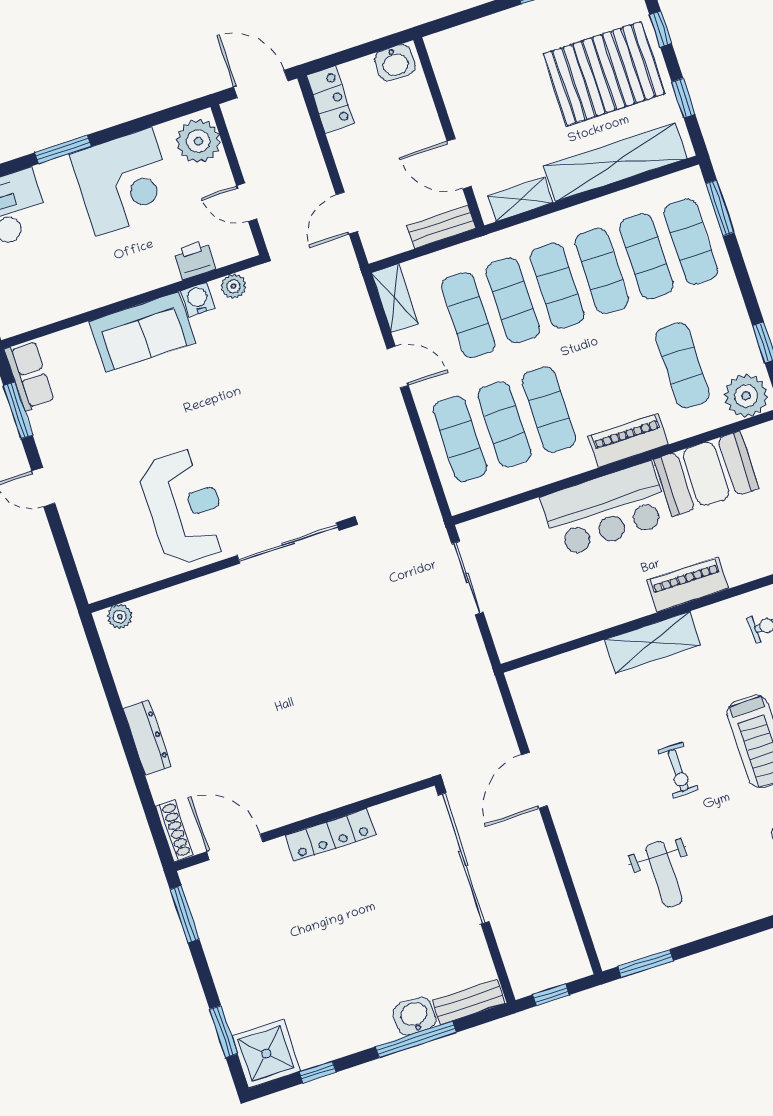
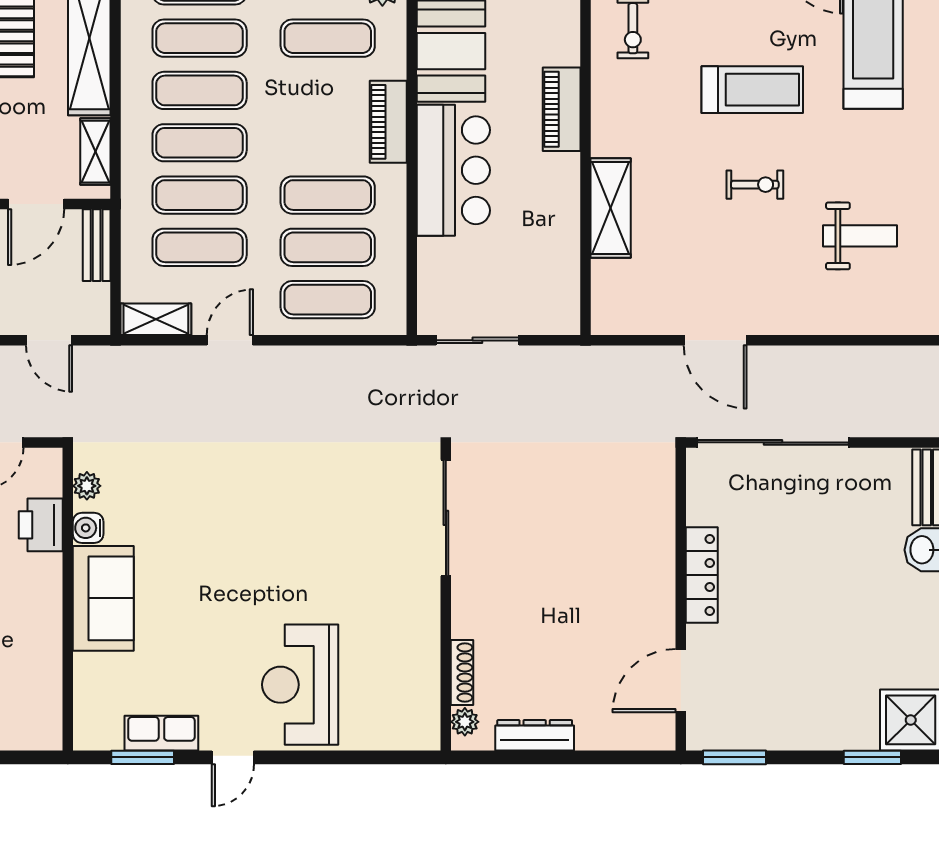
printer: (195, 260) -> (41, 525), width x1.36, depth x1.24
row of seats: (29, 375) -> (161, 733), moved
reception desk: (185, 507) -> (300, 685), moved, turned -90
sliding door: (288, 543) -> (446, 518), moved
wall: (219, 566) -> (446, 599), moved
plant: (120, 617) -> (465, 722), moved
shelving: (653, 642) -> (611, 208), moved
shoe rack: (174, 831) -> (462, 673), moved, turned 90

